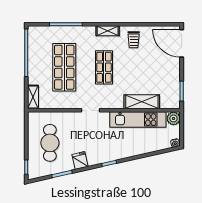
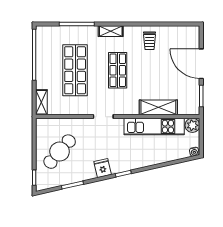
shelving: (108, 31) -> (111, 31), moved
door: (182, 43) -> (201, 64), moved
cafe table: (50, 143) -> (60, 152), turned 41
fridge: (80, 161) -> (103, 168), moved

